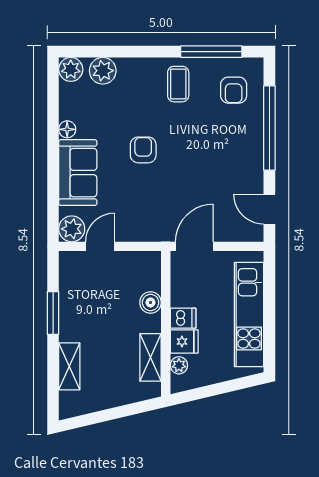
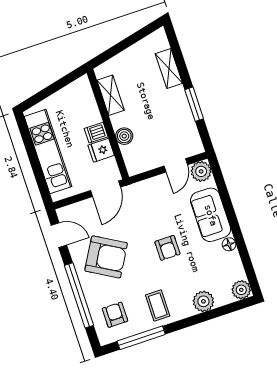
plant: (103, 71) -> (203, 301), moved
armchair: (221, 164) -> (106, 257), added
fridge: (184, 342) -> (101, 150), moved
plant: (179, 365) -> (88, 96), removed

